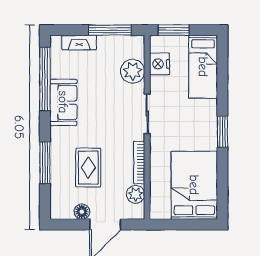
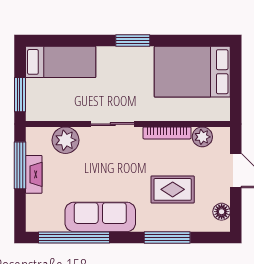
fireplace: (79, 43) -> (34, 174), moved
nightstand: (160, 64) -> (57, 110), removed
sofa: (63, 102) -> (100, 217), width x1.36
floor lamp: (82, 212) -> (222, 212), moved

